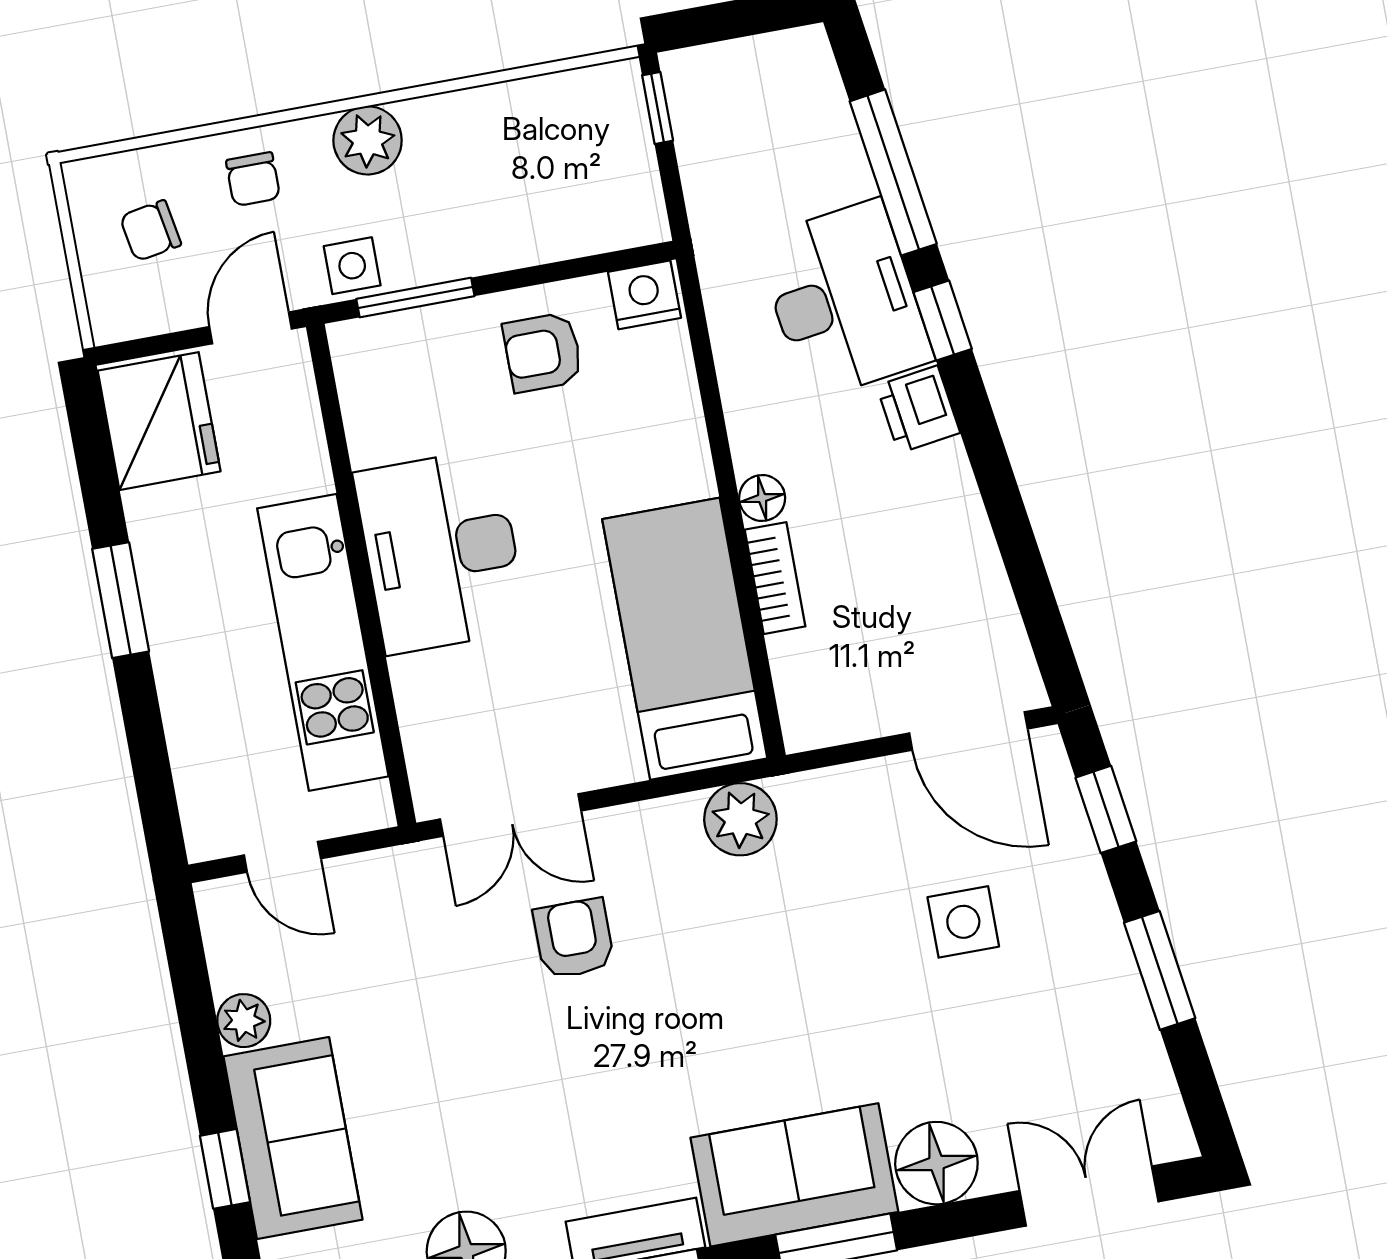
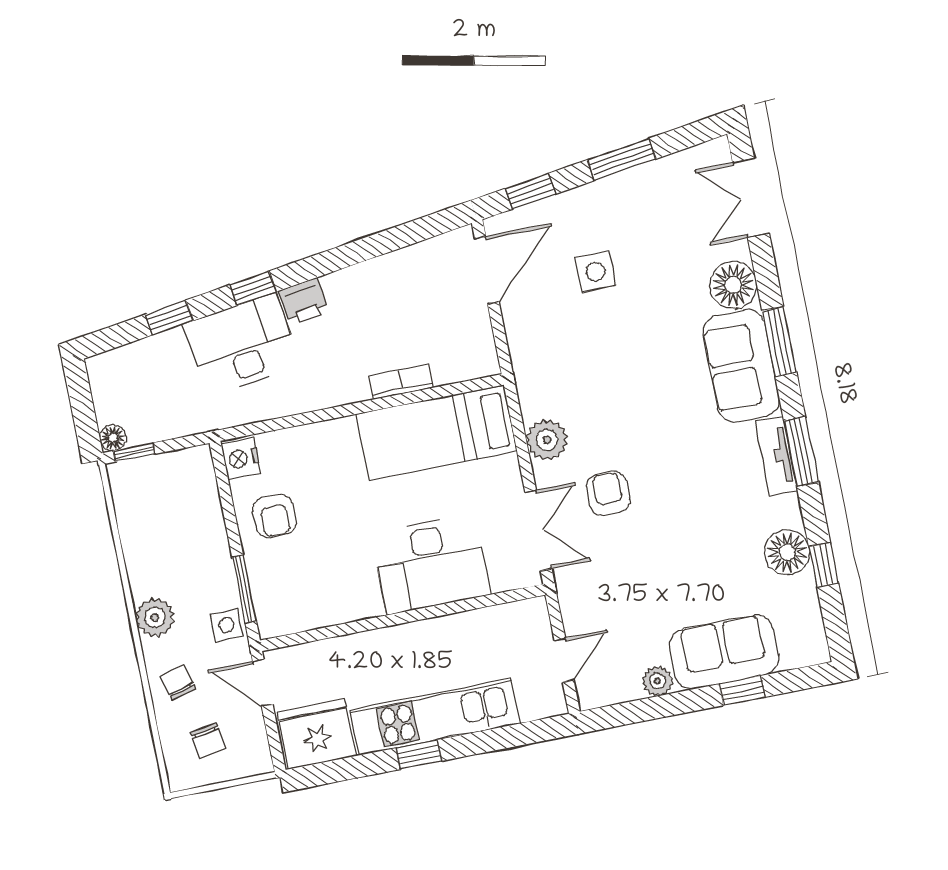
window: (893, 173) -> (169, 318), width x0.46
chair: (253, 179) -> (178, 682), turned -105
floor lamp: (762, 498) -> (113, 438), moved
desk: (441, 551) -> (431, 564), moved
window: (121, 600) -> (419, 755), width x0.67
kitchen unit: (323, 642) -> (435, 717), moved, turned 180
plant: (740, 819) -> (547, 440), moved
armchair: (574, 939) -> (608, 494), turned 90

